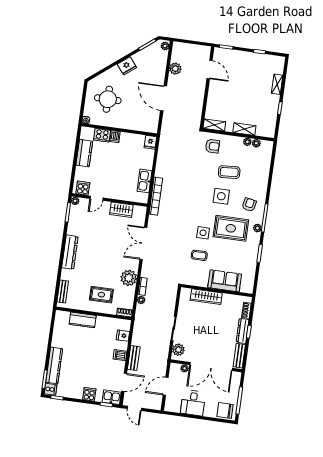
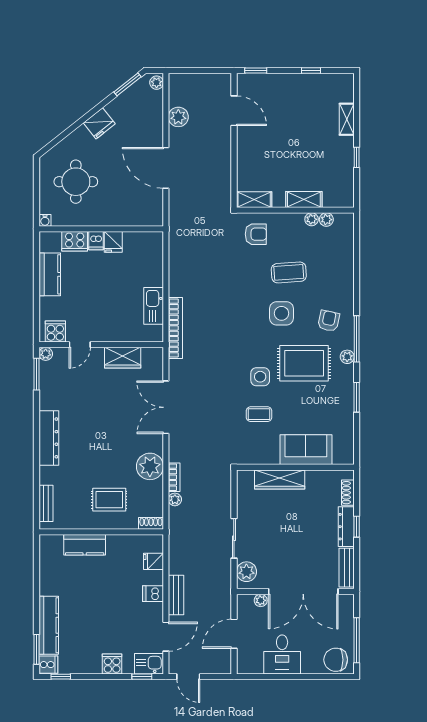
fridge: (150, 142) -> (113, 242), moved

